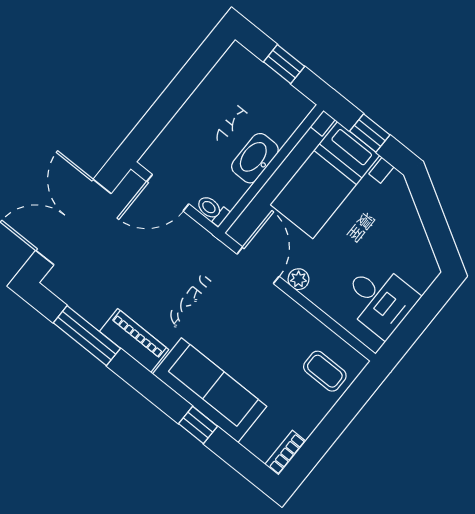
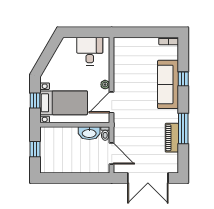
washbasin: (255, 158) -> (89, 133), moved
window: (87, 336) -> (183, 129), moved
piano: (134, 340) -> (172, 138), moved
coffee table: (325, 371) -> (130, 50), removed

